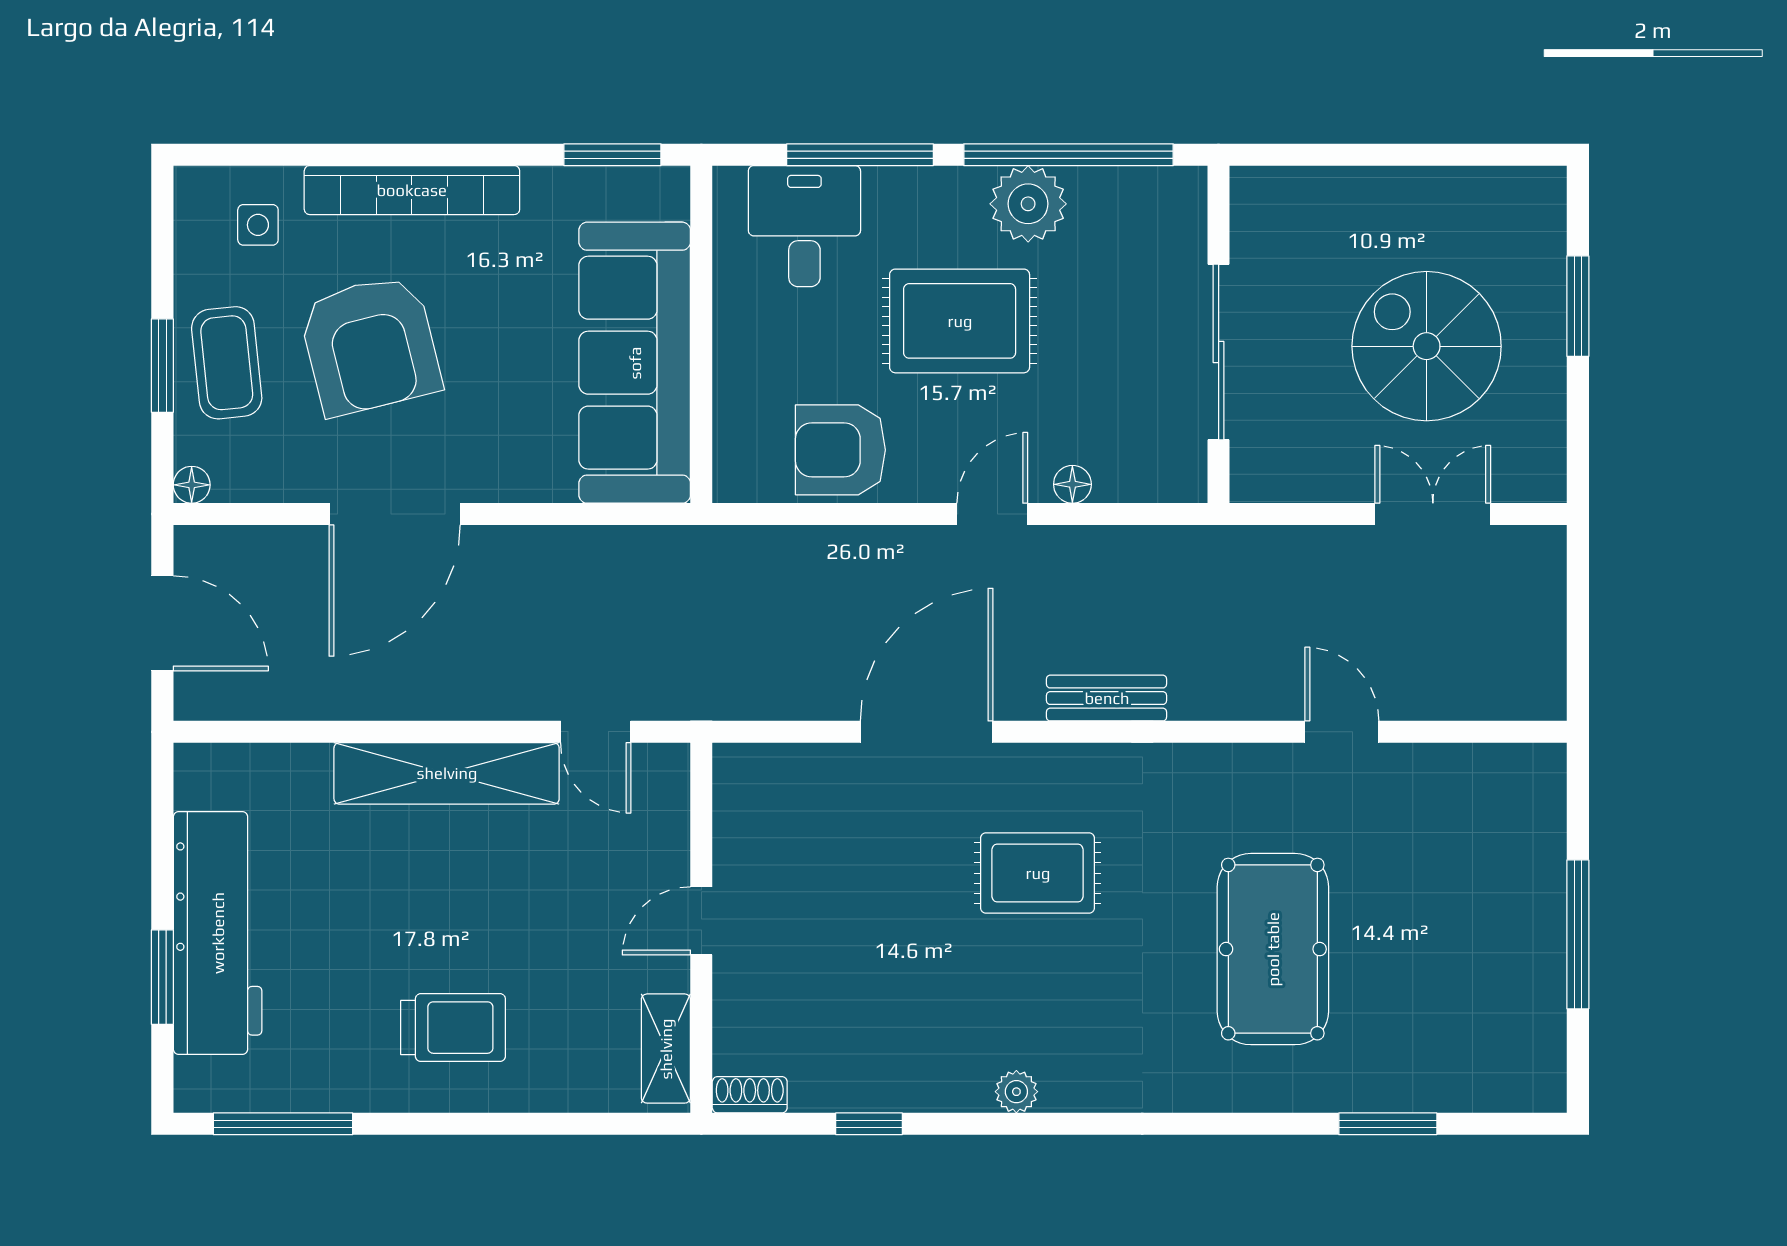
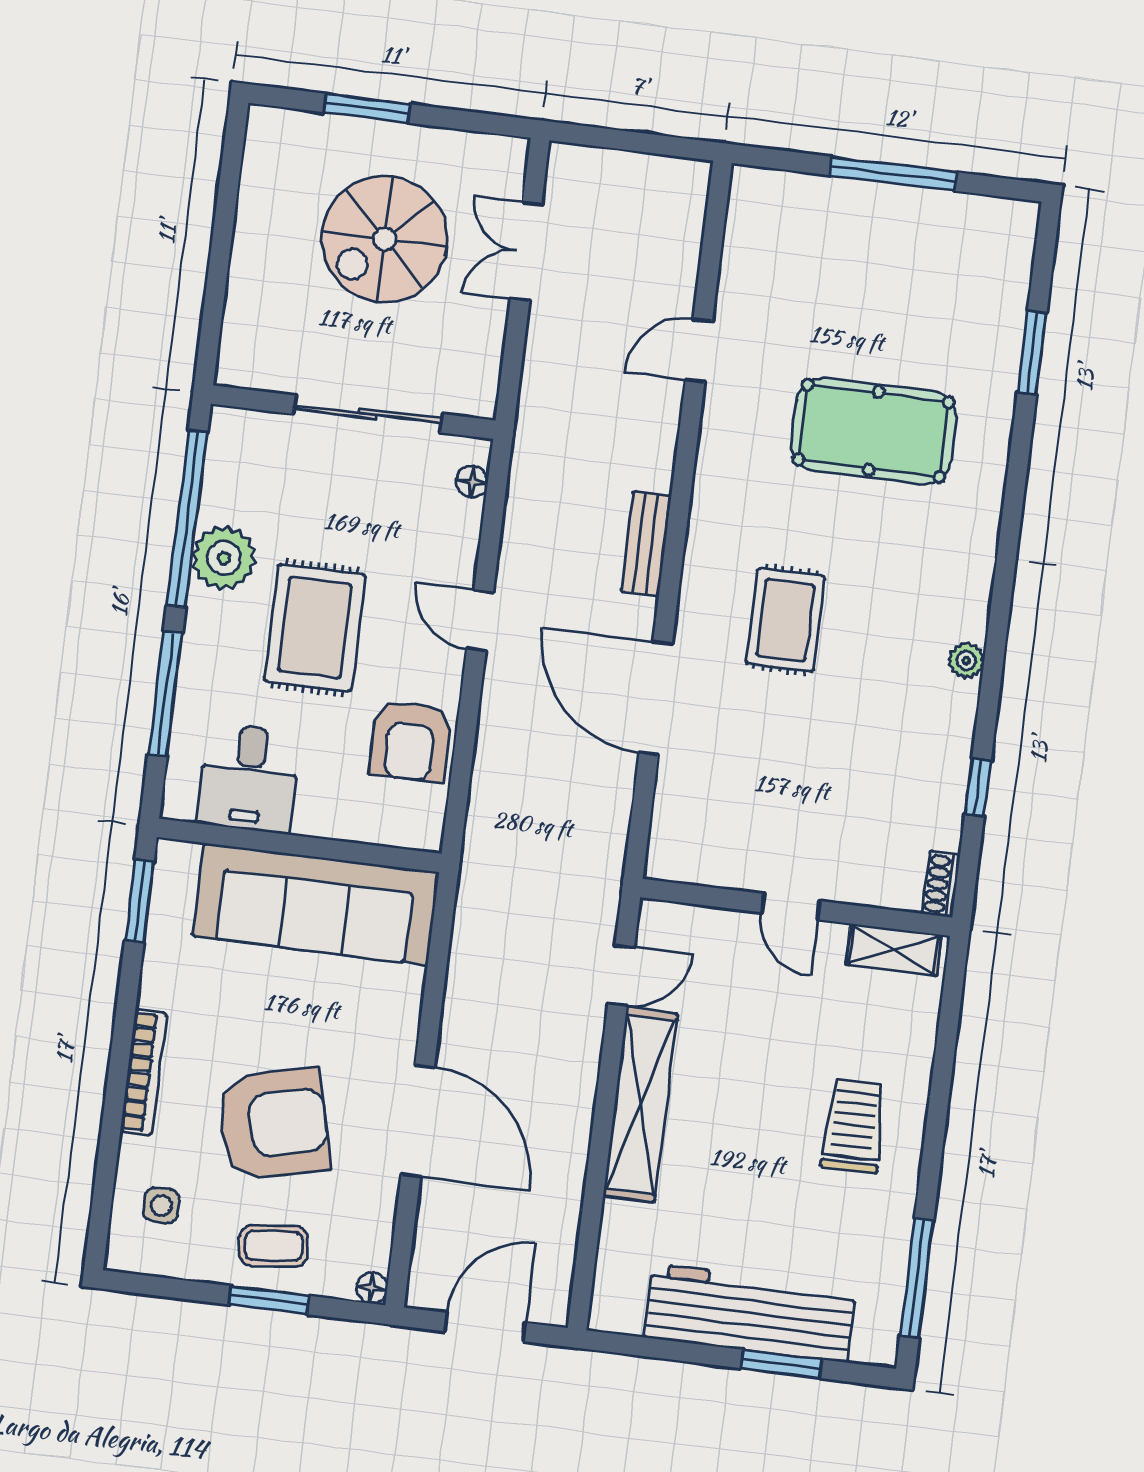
bookcase: (412, 190) -> (143, 1072), width x0.68, depth x0.76
desk: (804, 226) -> (249, 778), moved, turned -90
coffee table: (227, 363) -> (273, 1246), width x0.73, depth x0.77
floor lamp: (1072, 484) -> (472, 482), moved

